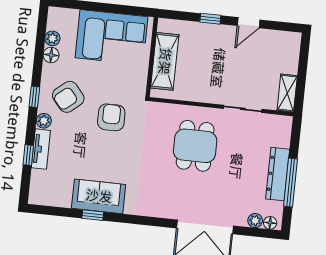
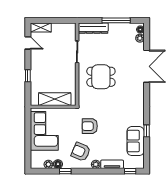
door: (249, 23) -> (28, 43), moved
shelving: (287, 93) -> (41, 28), moved
window: (34, 97) -> (65, 171), moved
armchair: (68, 97) -> (81, 152), turned 153
window: (28, 155) -> (130, 171), moved
dresser: (278, 174) -> (93, 28), moved
sofa: (99, 196) -> (136, 141), moved

